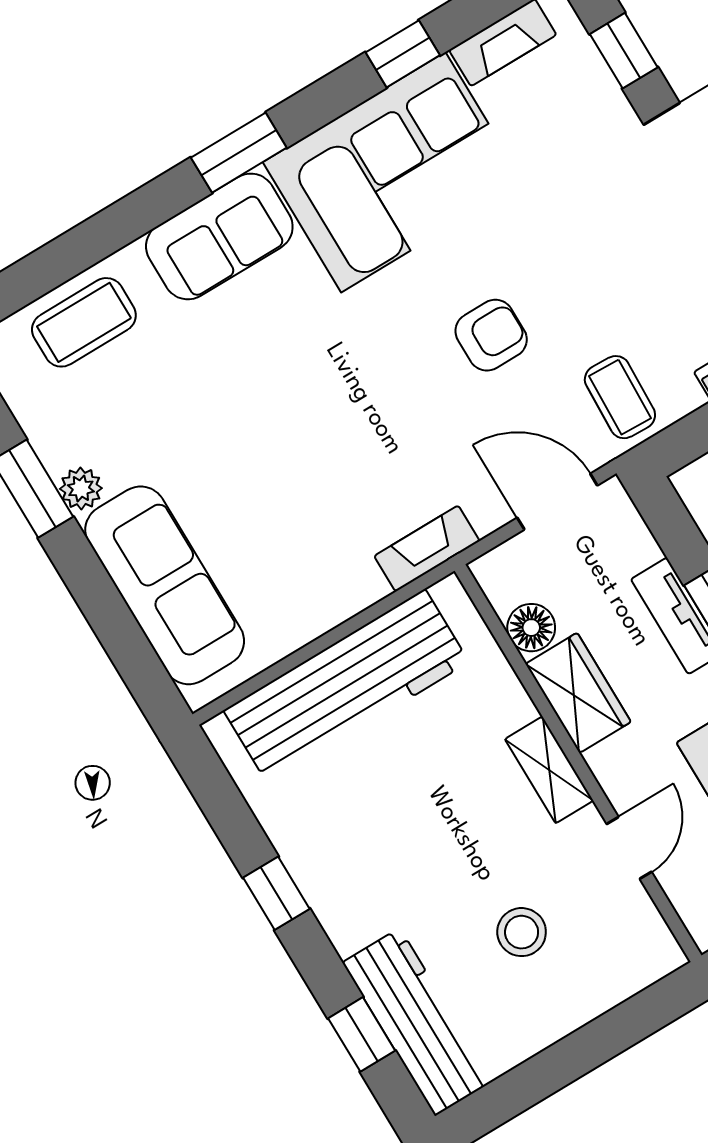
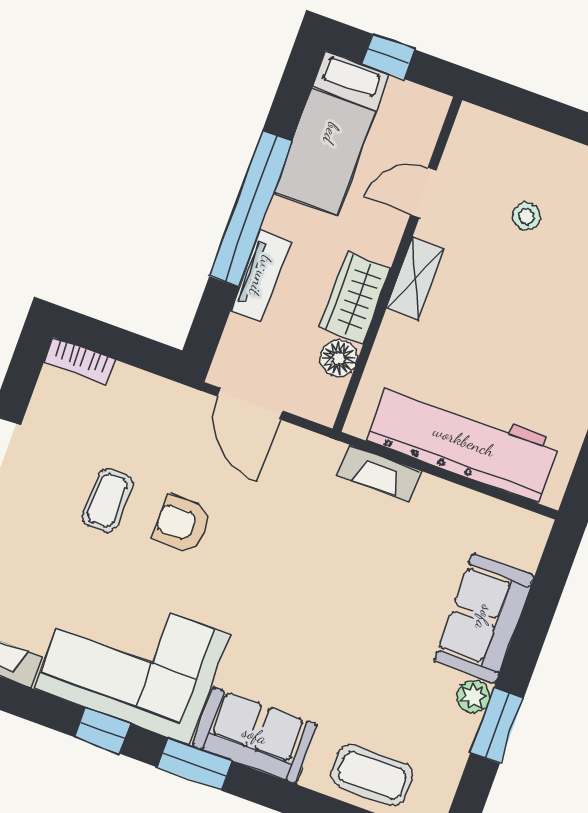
window: (403, 54) -> (102, 731), moved
coffee table: (620, 397) -> (107, 500), moved
fireplace: (427, 549) -> (379, 473), moved
sofa: (165, 585) -> (484, 618), width x0.73
stool: (522, 932) -> (526, 216), width x0.73, depth x0.73

